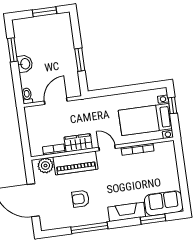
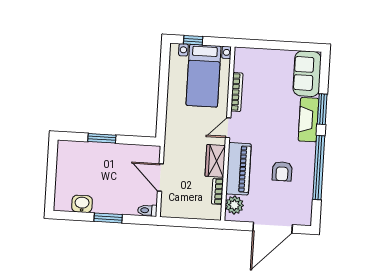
window: (45, 12) -> (52, 170), removed
window: (12, 50) -> (108, 218), moved
window: (80, 60) -> (102, 138), moved
washbasin: (25, 64) -> (82, 204), moved
window: (153, 219) -> (322, 109), moved
window: (89, 228) -> (319, 168), width x1.46

